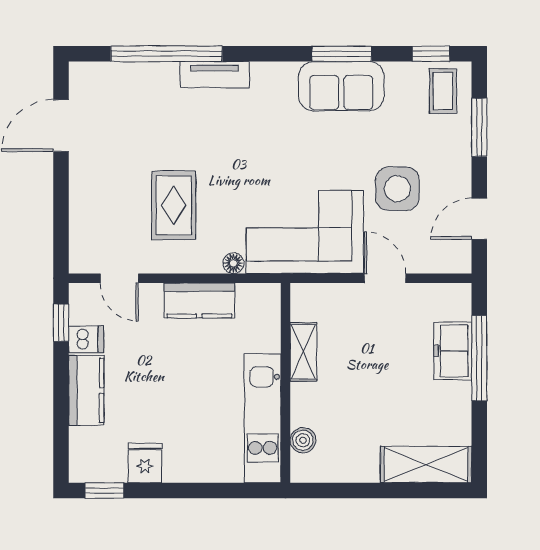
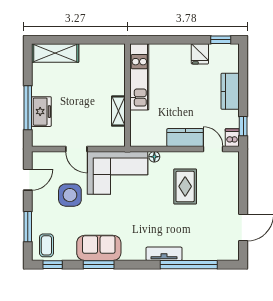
kitchen counter: (199, 300) -> (185, 138), moved
dishwasher: (86, 339) -> (232, 138), moved, turned 90
boiler: (303, 440) -> (119, 66), removed

